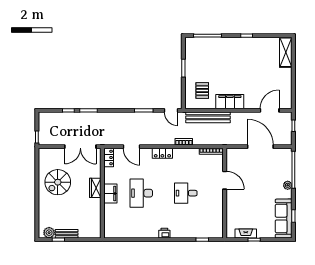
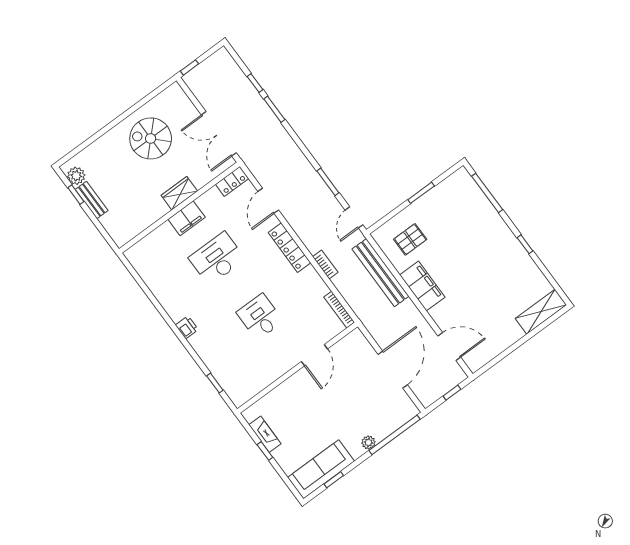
locker: (162, 153) -> (289, 248), width x1.53

